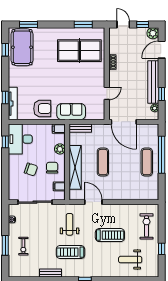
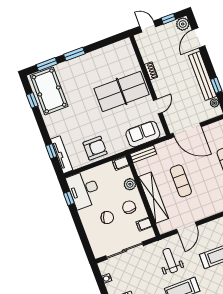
window: (83, 24) -> (74, 54), moved
table tennis table: (79, 51) -> (122, 91), moved
sofa: (71, 112) -> (143, 134), moved
door: (93, 202) -> (187, 227), swing flipped

